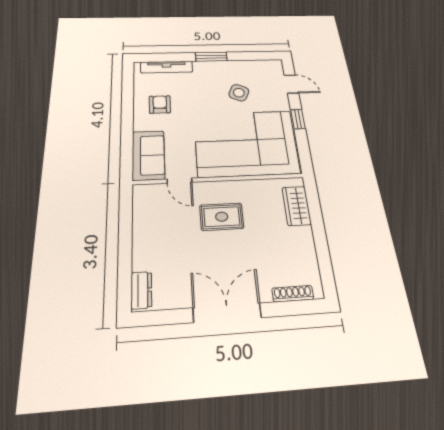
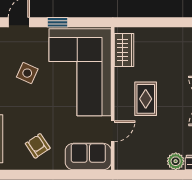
armchair: (160, 104) -> (38, 146), turned 56
wardrobe: (297, 206) -> (124, 50), moved, turned -90
plant: (143, 259) -> (176, 161), added

